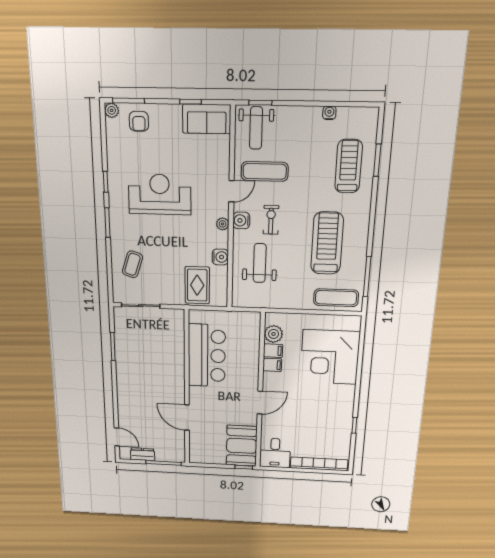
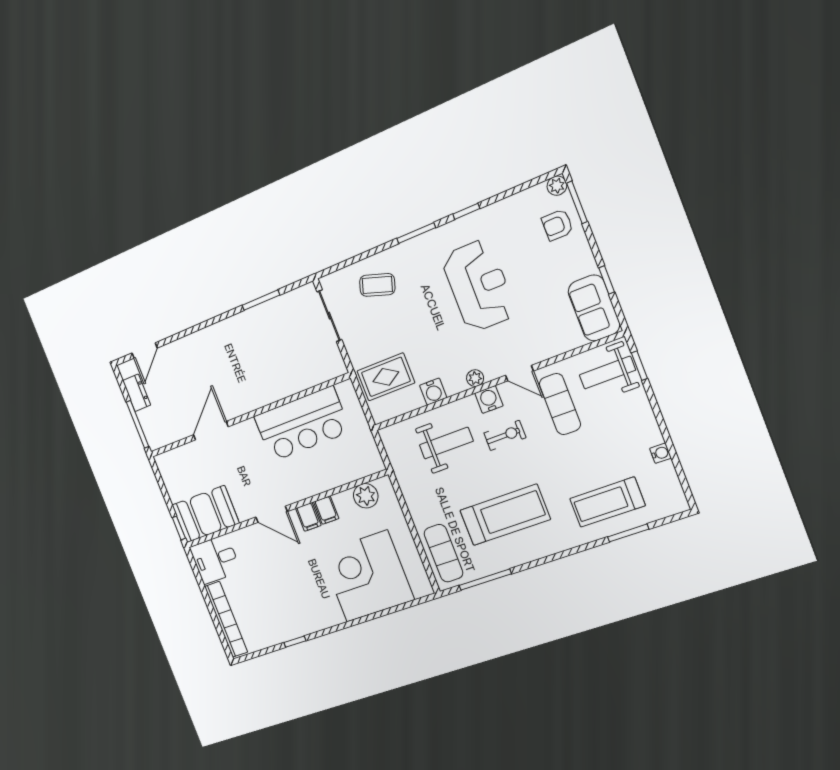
treadmill: (349, 166) -> (607, 502), turned 180
filing cabinet: (273, 351) -> (308, 517), moved

